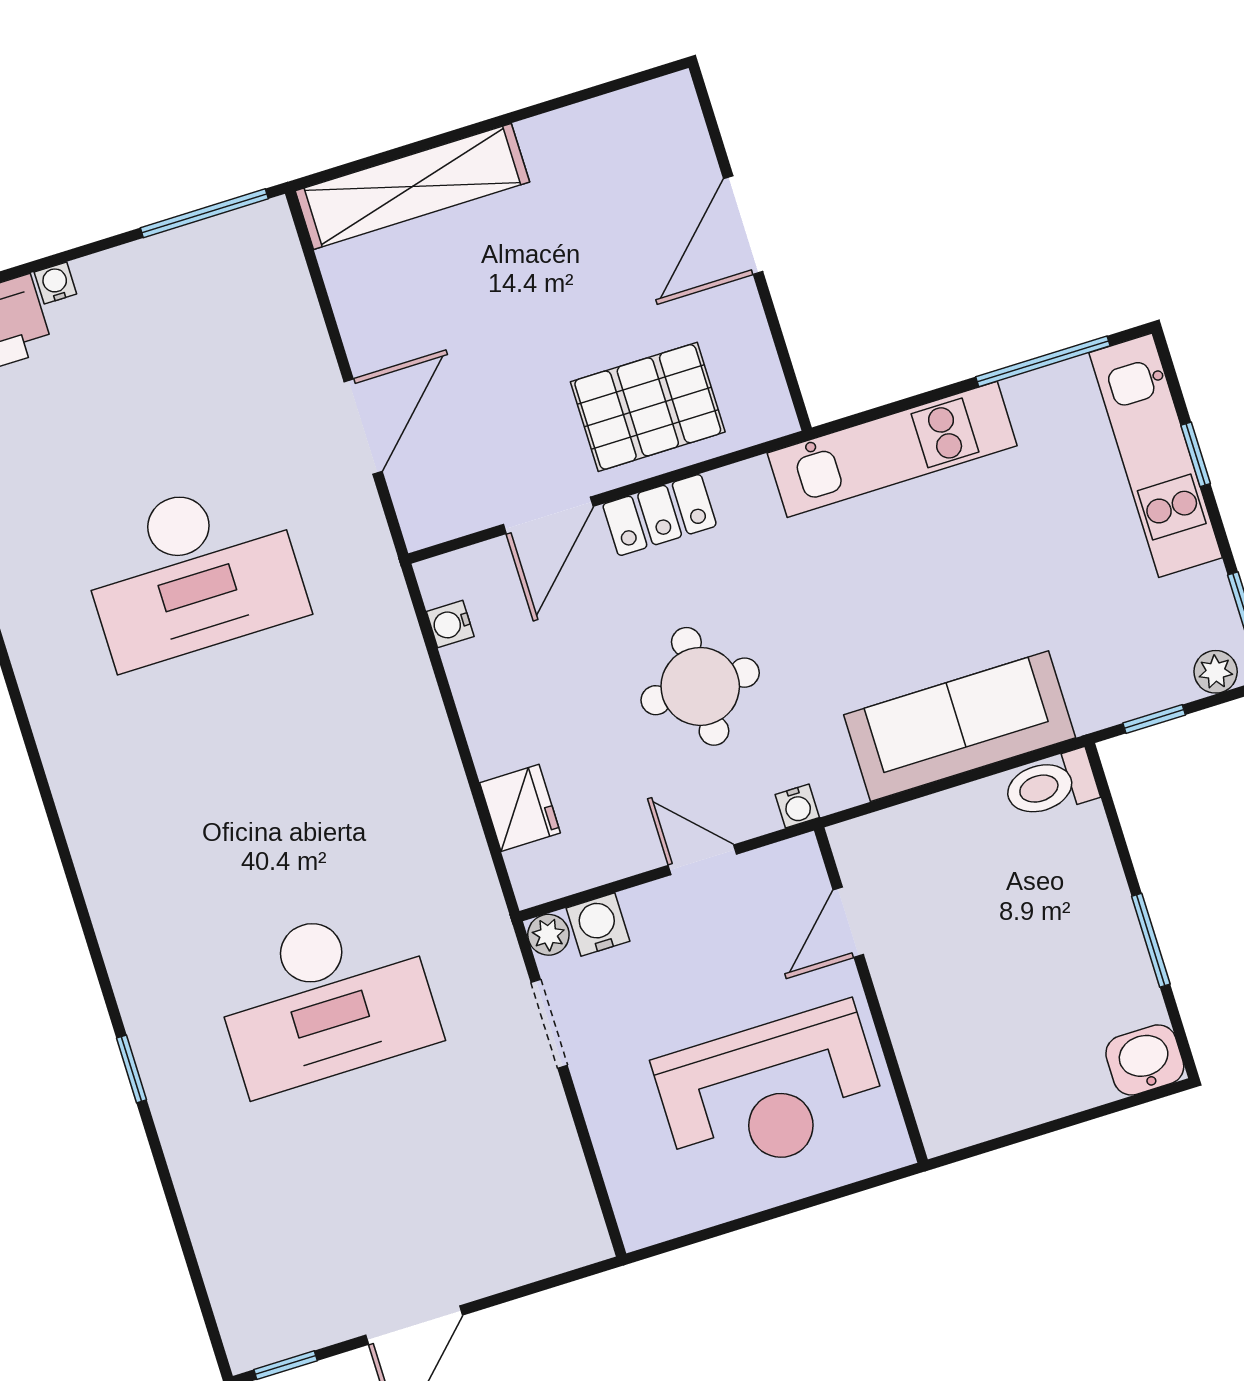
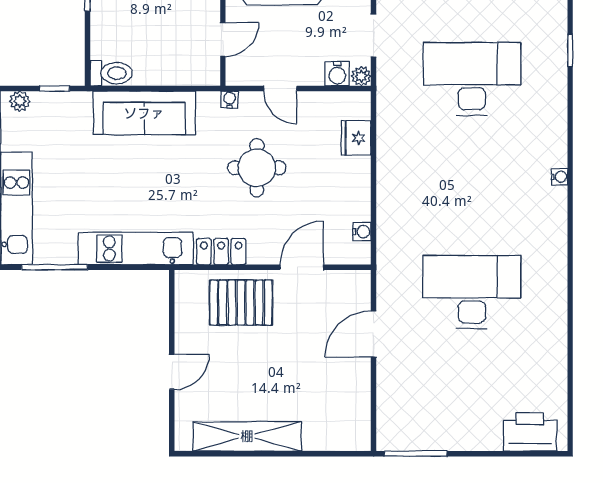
shelving: (412, 186) -> (247, 436), moved
door: (743, 225) -> (172, 372), width x0.73
water cooler: (55, 283) -> (560, 177), moved, turned -90
locker: (660, 515) -> (221, 252), moved
window: (132, 1069) -> (570, 51), moved

